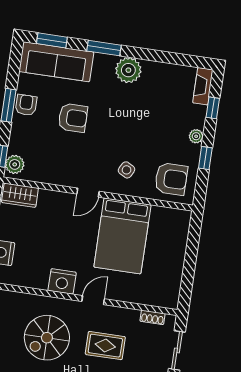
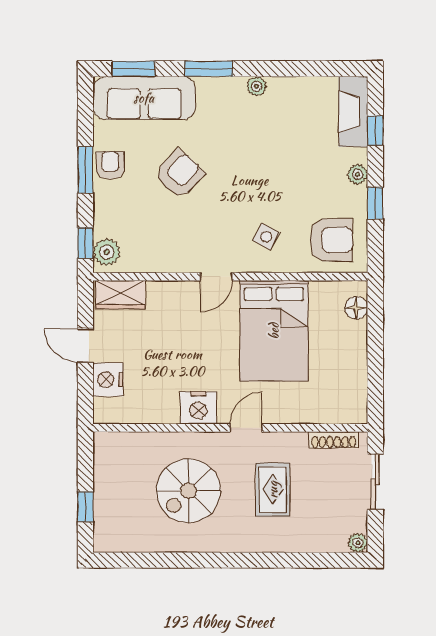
plant: (128, 70) -> (257, 86), width x0.53, depth x0.53
fireplace: (203, 86) -> (353, 112), width x1.37, depth x1.32
armchair: (73, 118) -> (179, 174), turned -47
floor lamp: (182, 228) -> (356, 308), added
shoe rack: (153, 317) -> (334, 440), width x1.43
rug: (105, 346) -> (273, 490), turned 90

